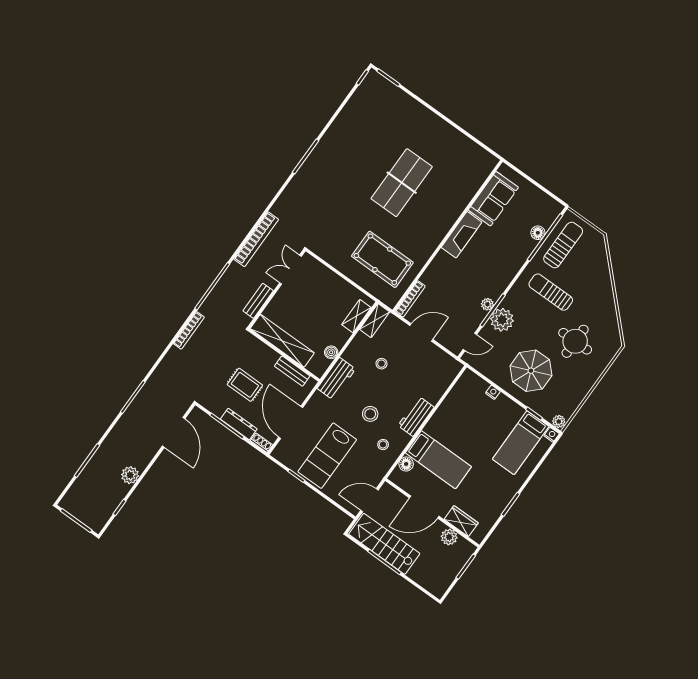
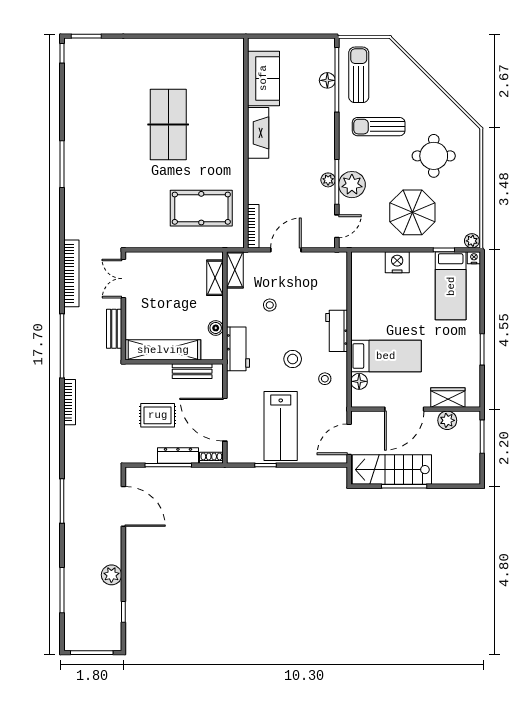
nightstand: (493, 392) -> (397, 262), width x1.89, depth x1.79

